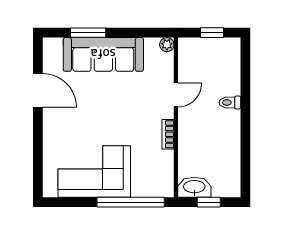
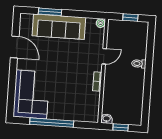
corner sofa: (94, 172) -> (31, 94), moved, turned 90
washbasin: (194, 187) -> (107, 119), width x0.52, depth x0.69
window: (131, 202) -> (52, 123), moved

